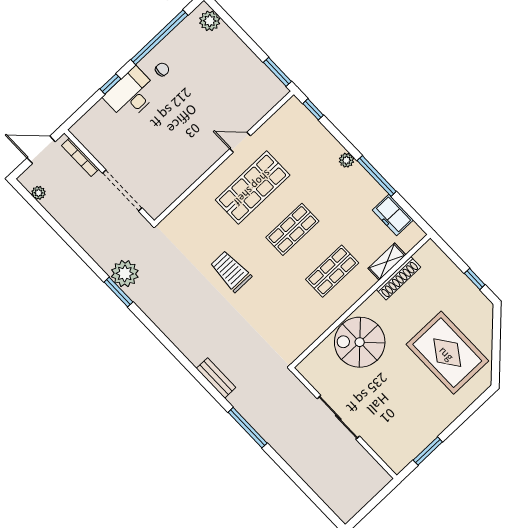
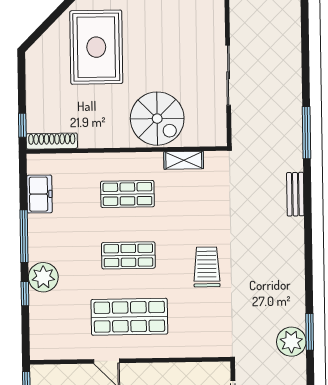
window: (313, 109) -> (25, 294), moved
plant: (346, 160) -> (43, 277), width x1.88, depth x1.88
shelving: (387, 262) -> (184, 160), moved
trolley: (231, 271) -> (207, 267), turned 180
shoe rack: (398, 278) -> (52, 141), moved
window: (475, 279) -> (22, 125), moved

